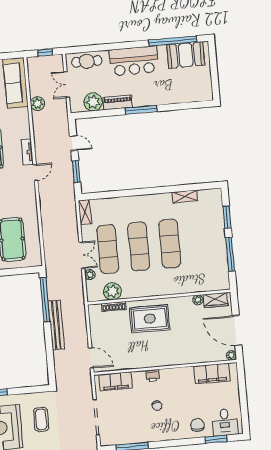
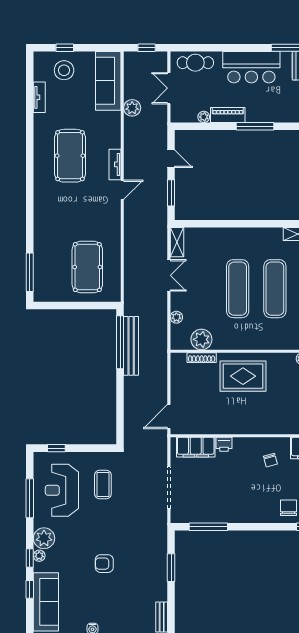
plant: (93, 102) -> (204, 117), width x0.53, depth x0.53
exercise mat: (108, 249) -> (200, 289), removed
double door: (82, 255) -> (169, 275), moved
bench: (56, 325) -> (131, 346), moved
door: (91, 358) -> (169, 417), swing flipped
printer: (153, 376) -> (224, 444), moved
chair: (157, 406) -> (270, 460), moved

